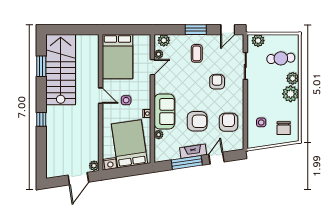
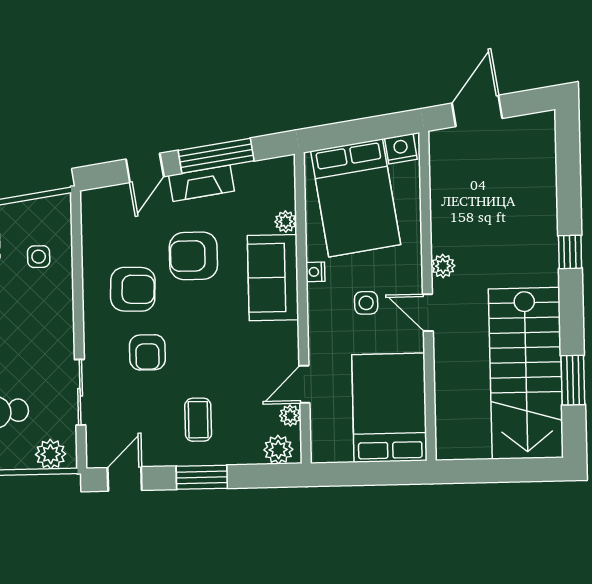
armchair: (228, 122) -> (133, 289), moved, turned -88
plant: (94, 166) -> (443, 266), moved

